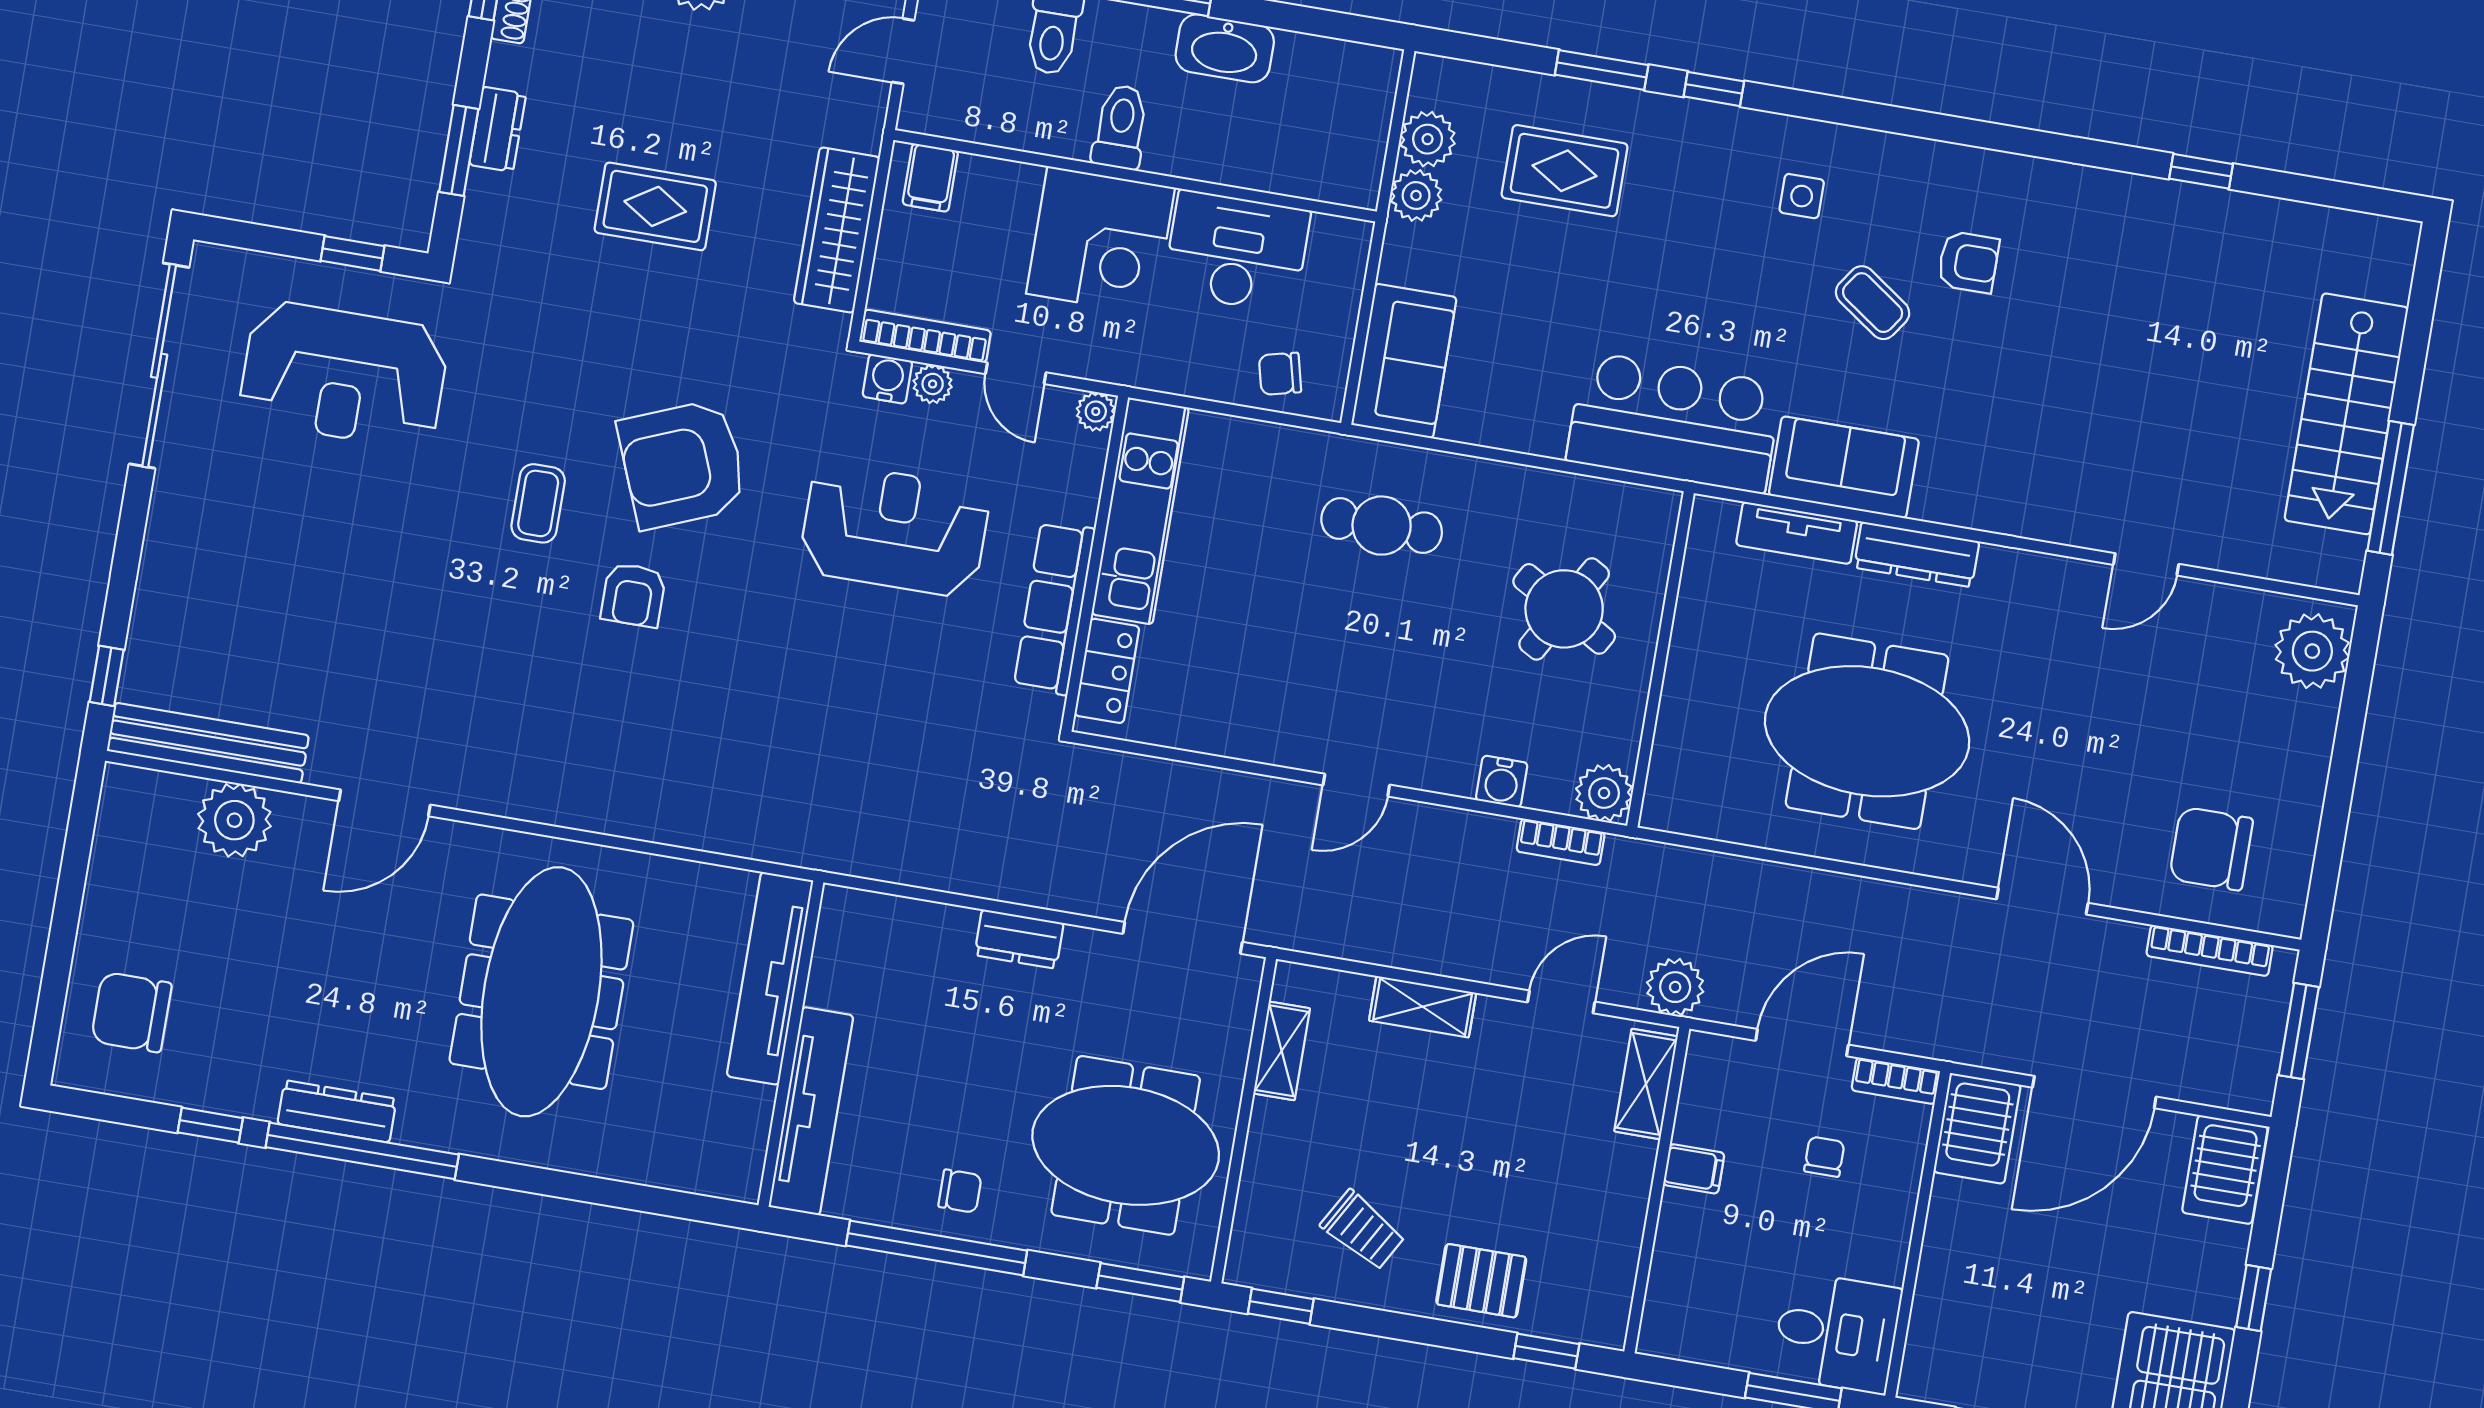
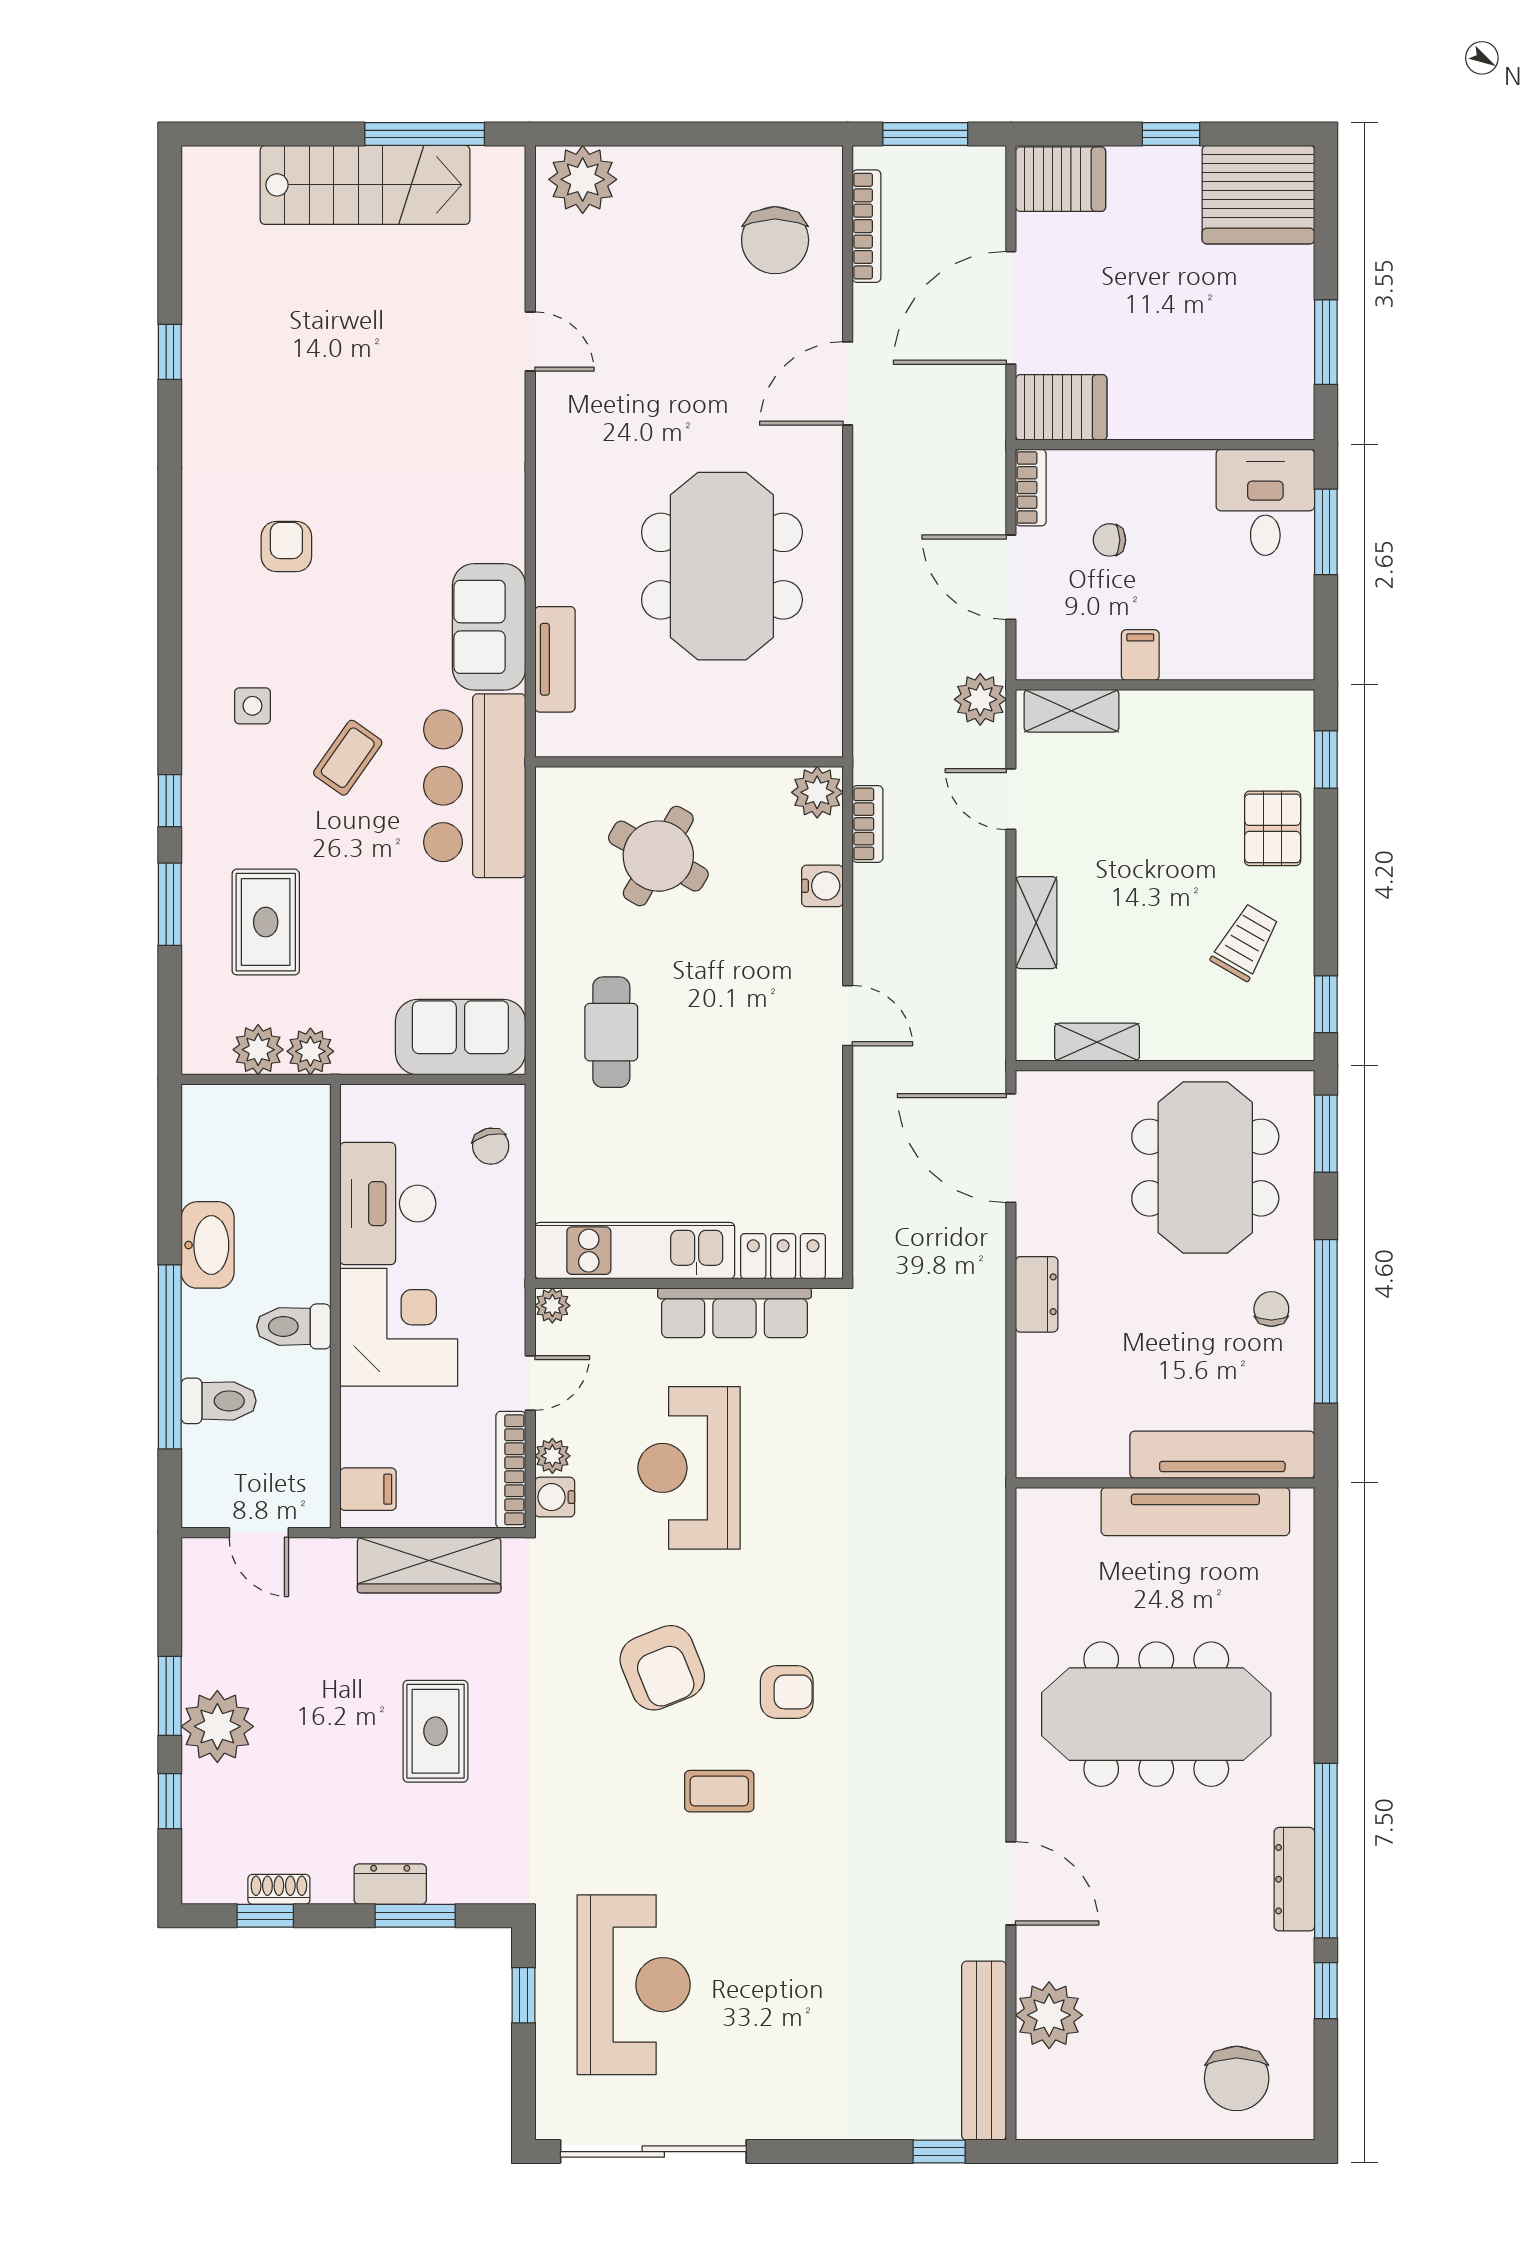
coffee table: (1873, 303) -> (348, 758), moved
armchair: (682, 464) -> (662, 1668), width x0.73, depth x0.73
dresser: (1917, 554) -> (556, 548), removed
tv unit: (770, 978) -> (1195, 1511), moved
door: (2094, 1092) -> (1011, 308), swing flipped

